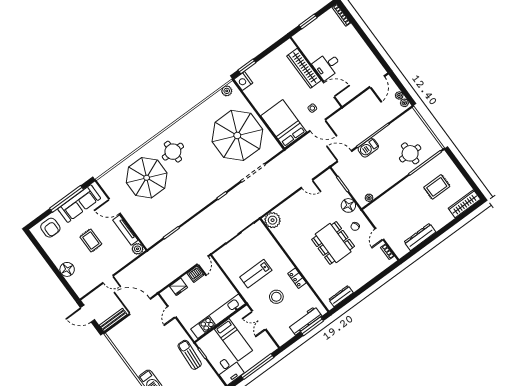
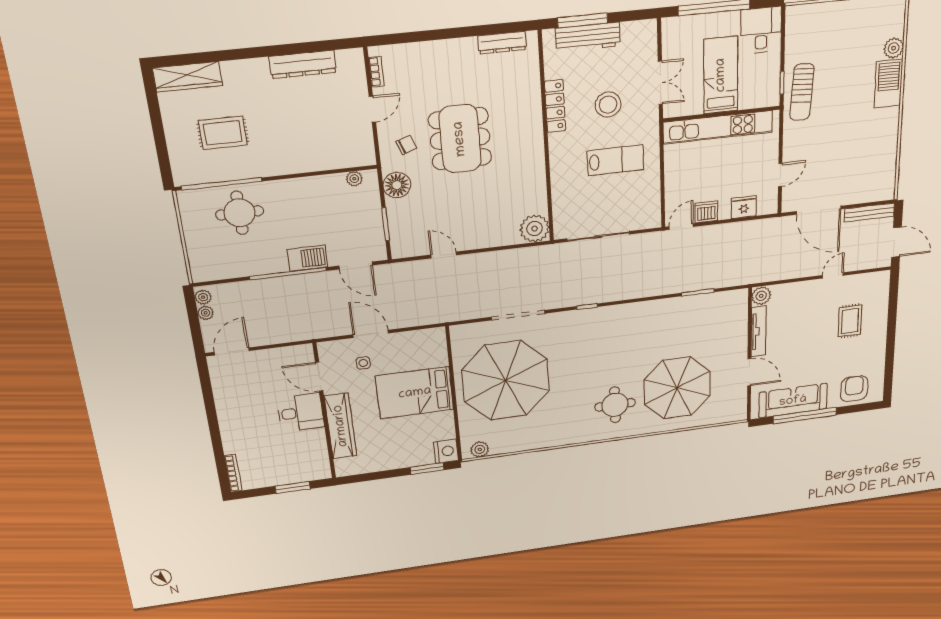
bed: (284, 124) -> (415, 393), moved, turned 90
rug: (91, 240) -> (850, 321), moved
floor lamp: (67, 269) -> (876, 320), removed
locker: (297, 278) -> (555, 106), width x1.53
door: (108, 279) -> (833, 275), hinge flipped

